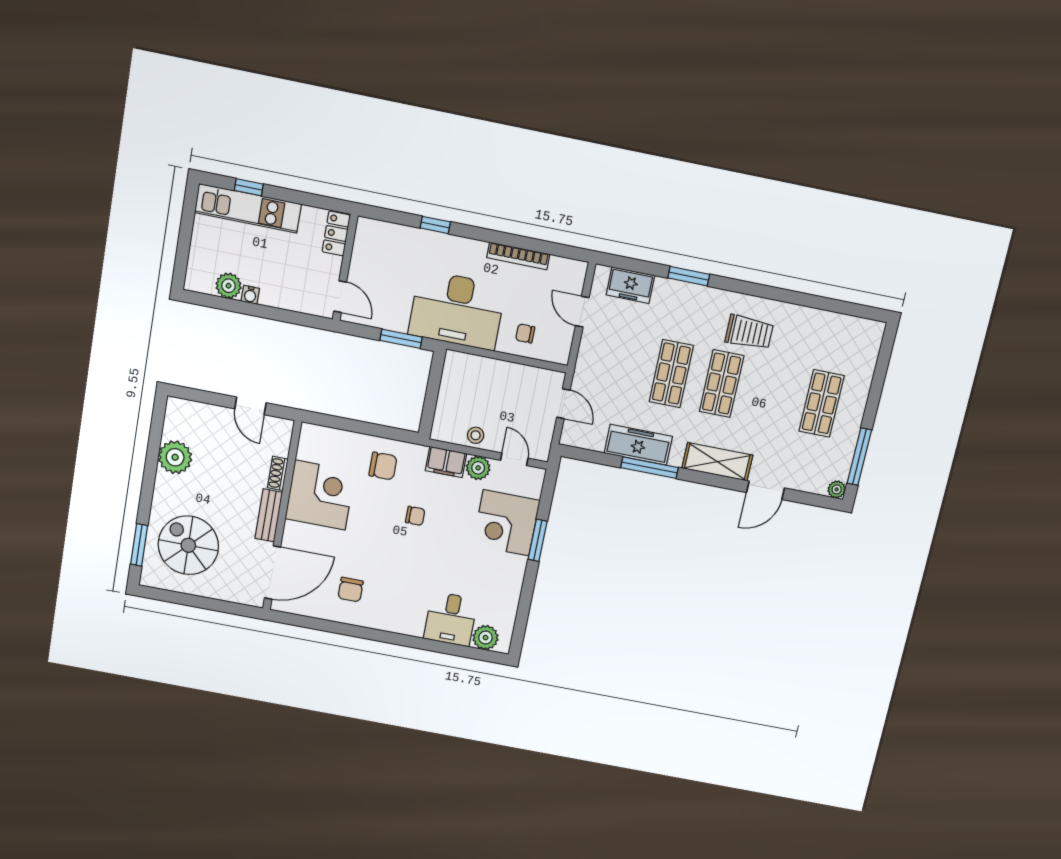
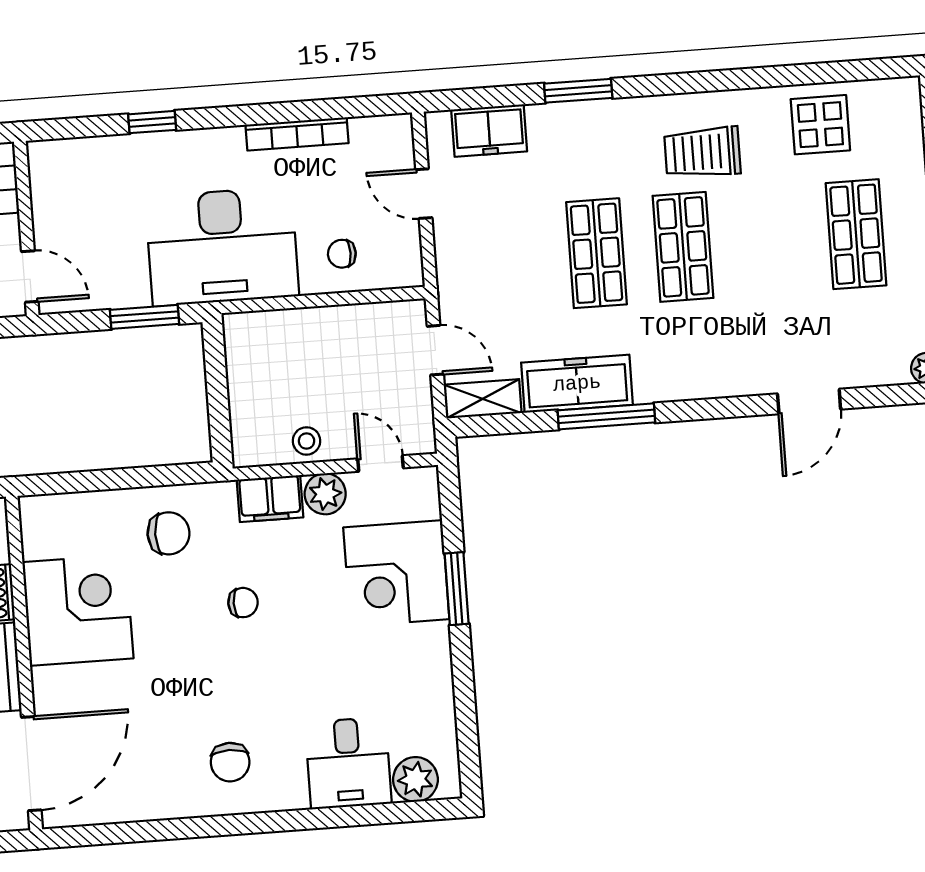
trolley: (749, 332) -> (702, 152), turned 180
display table: (821, 335) -> (820, 125), added
shelving: (717, 462) -> (483, 399), moved, width x0.67, depth x0.75
chair: (351, 590) -> (230, 762), moved

